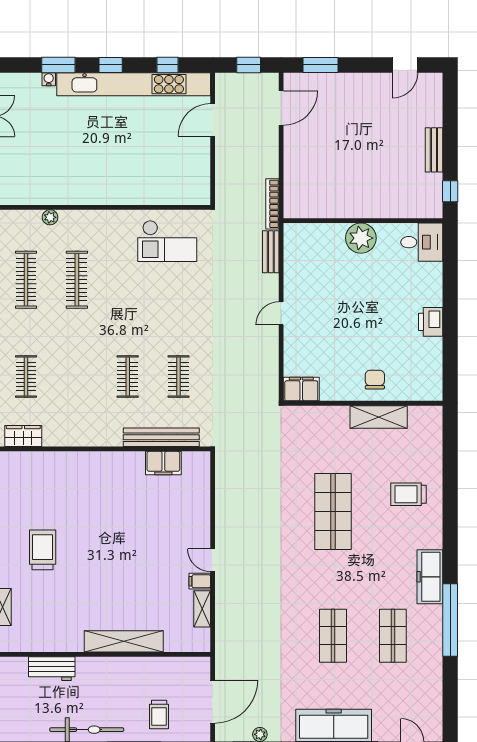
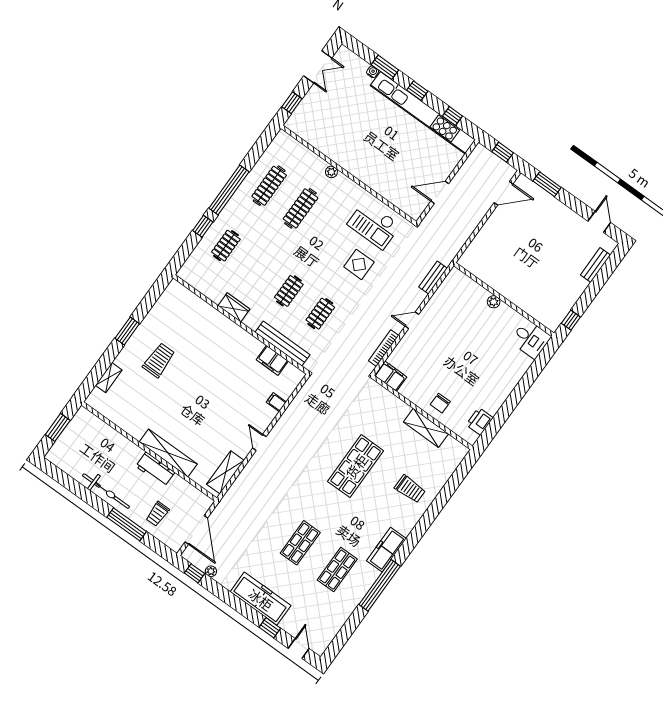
door: (405, 65) -> (599, 222), swing flipped
door: (213, 120) -> (440, 192), moved
bench: (434, 150) -> (596, 265), moved
bookcase: (272, 204) -> (384, 348), moved
plant: (50, 217) -> (331, 172), moved
plant: (361, 238) -> (494, 302), width x0.53, depth x0.53
display table: (182, 295) -> (359, 264), added
printer: (431, 322) -> (480, 421), moved
chair: (375, 380) -> (440, 403), turned 180
wardrobe: (23, 436) -> (234, 307), moved
trolley: (408, 494) -> (410, 489), turned 180
filing cabinet: (200, 581) -> (276, 402), moved
shelving: (202, 609) -> (225, 472), width x1.50, depth x1.33
workbench: (52, 669) -> (155, 469), moved
door: (213, 702) -> (196, 530), hinge flipped

